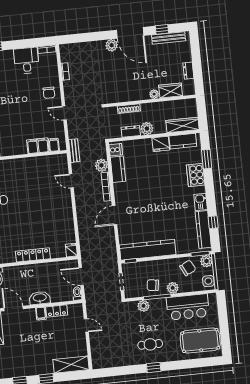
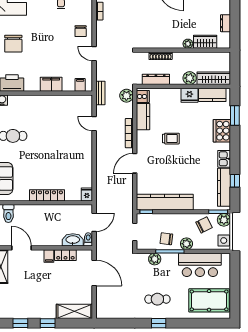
plant: (147, 129) -> (190, 78), moved
dresser: (131, 131) -> (156, 79), width x1.44
filing cabinet: (38, 146) -> (51, 84), moved
plant: (101, 165) -> (126, 96), moved
trolley: (147, 188) -> (171, 139), added
door: (81, 276) -> (94, 222), swing flipped
washbasin: (40, 298) -> (73, 240), moved
door: (86, 325) -> (94, 273), width x1.87

